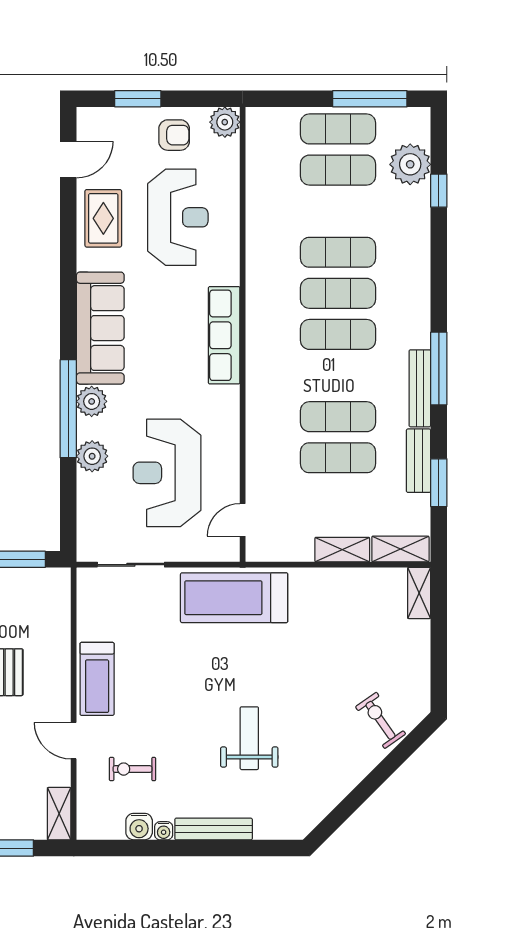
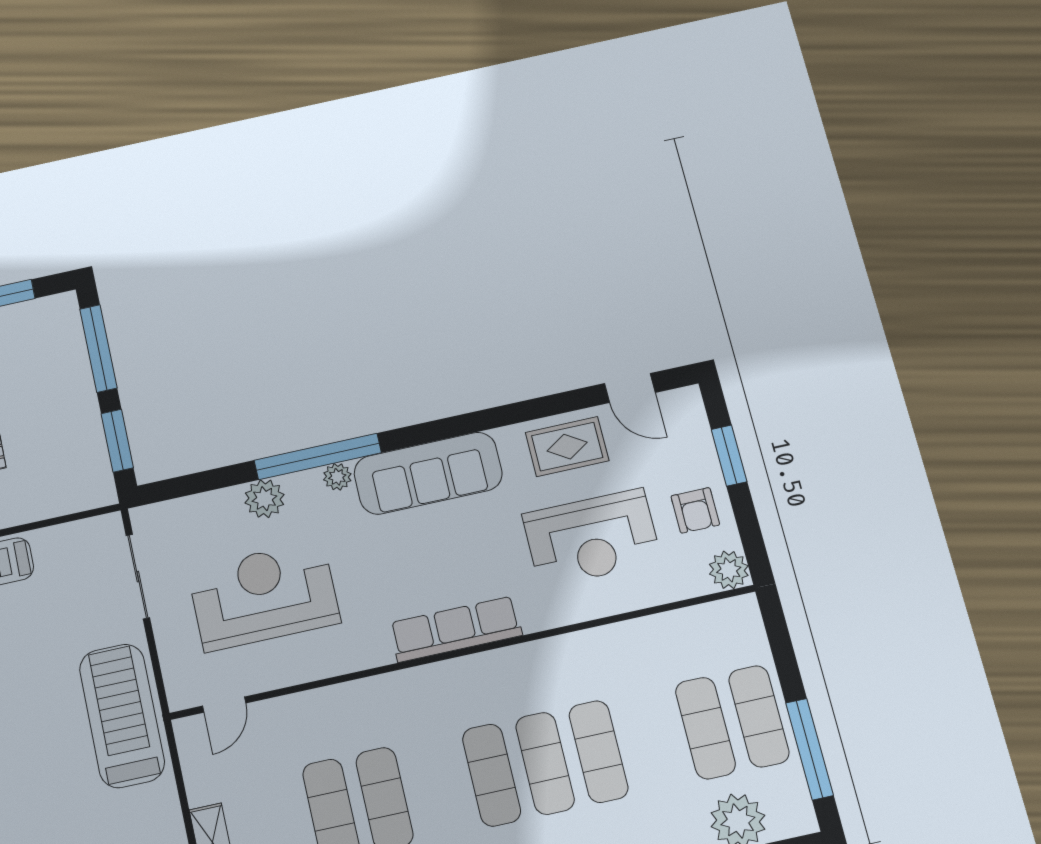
plant: (92, 401) -> (337, 477), width x0.73, depth x0.73
door: (243, 520) -> (224, 705), swing flipped

